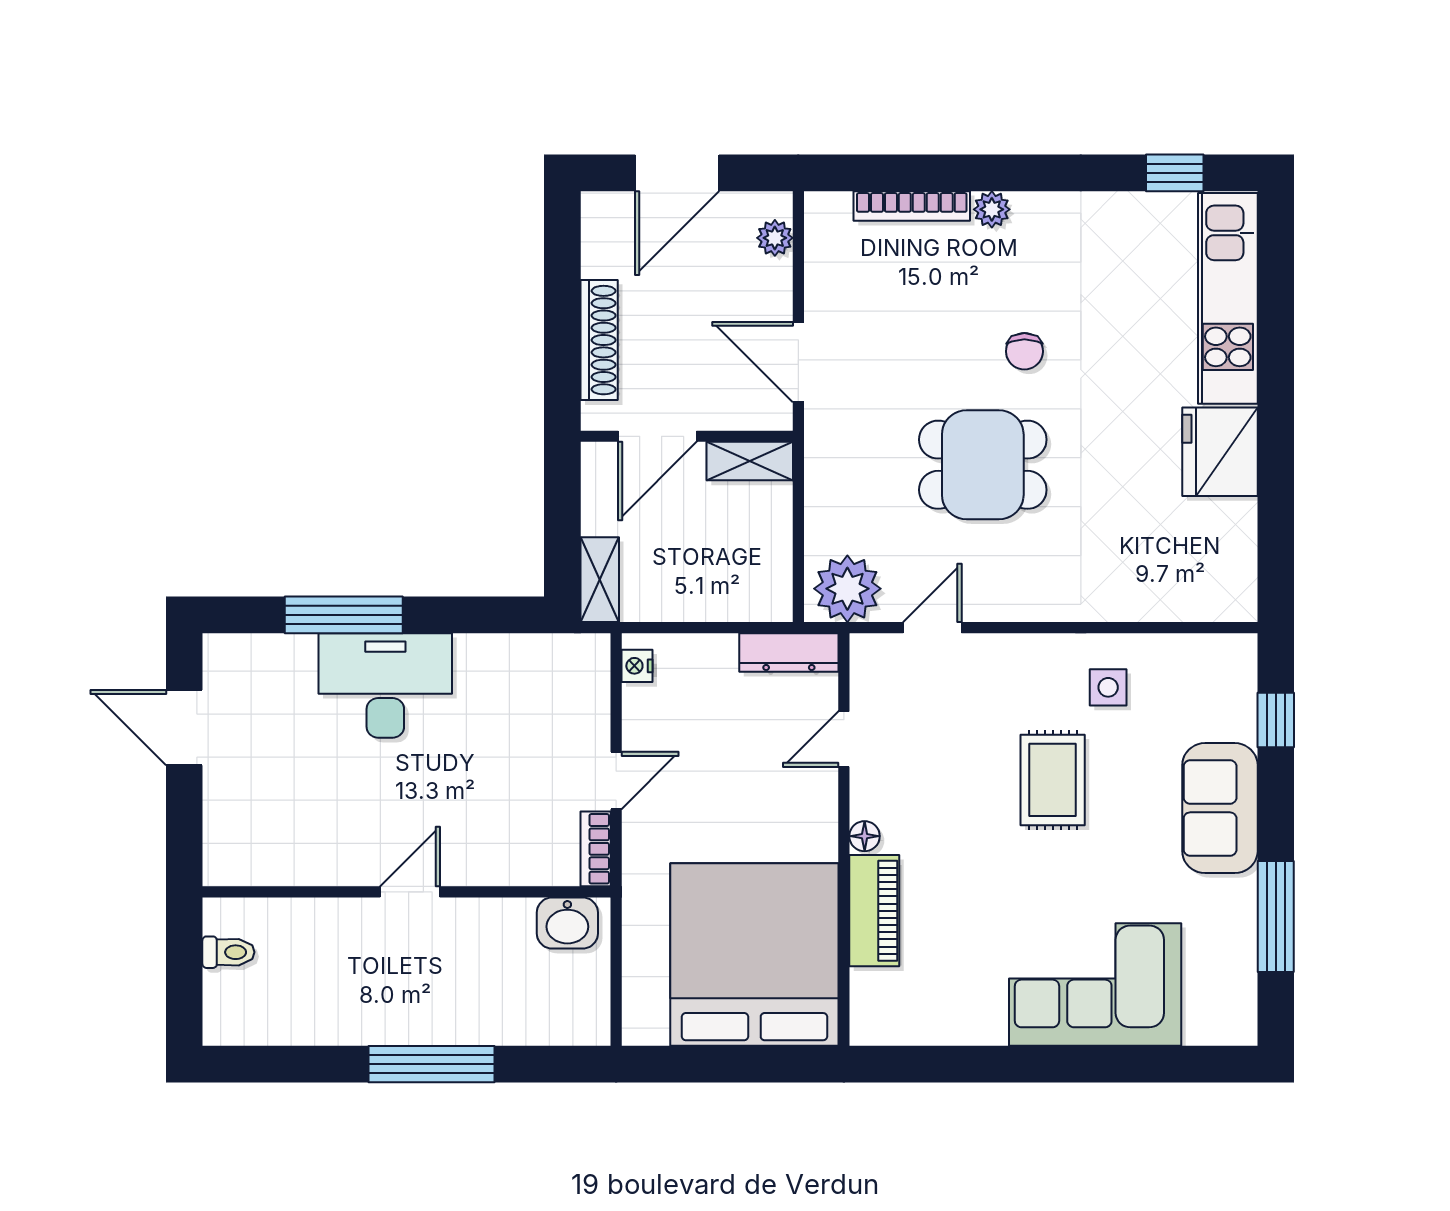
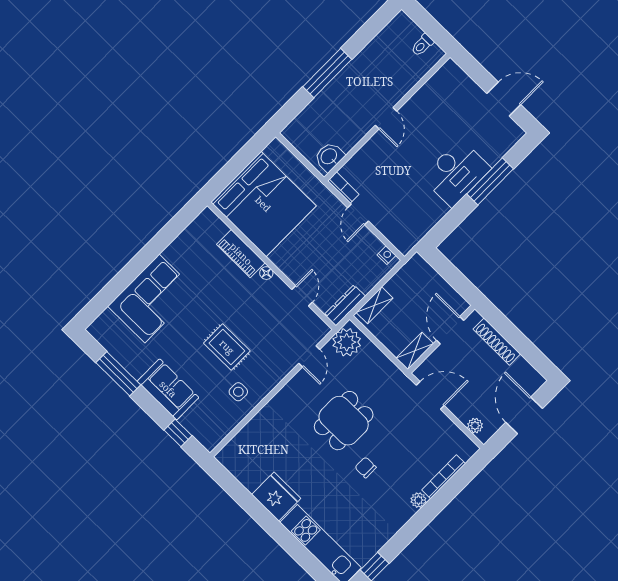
shelving: (600, 580) -> (375, 305), moved, turned 90

